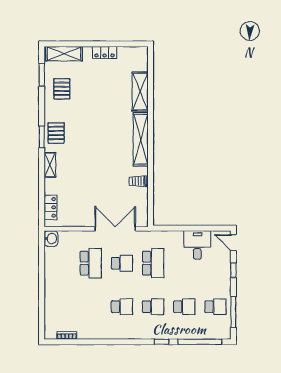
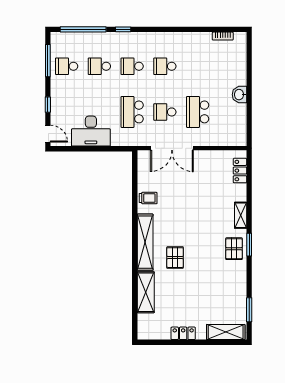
pallet: (62, 89) -> (175, 258), moved
washbasin: (51, 239) -> (239, 95), moved
desk: (197, 245) -> (91, 131), width x1.37

